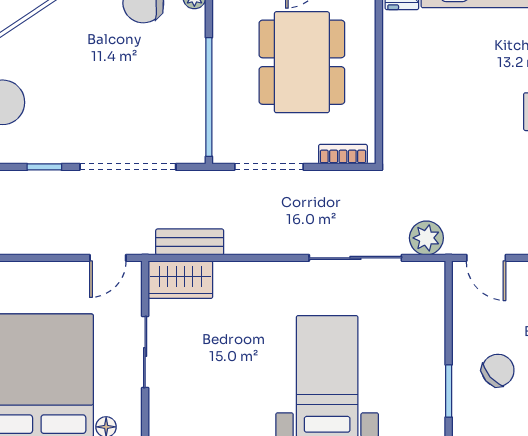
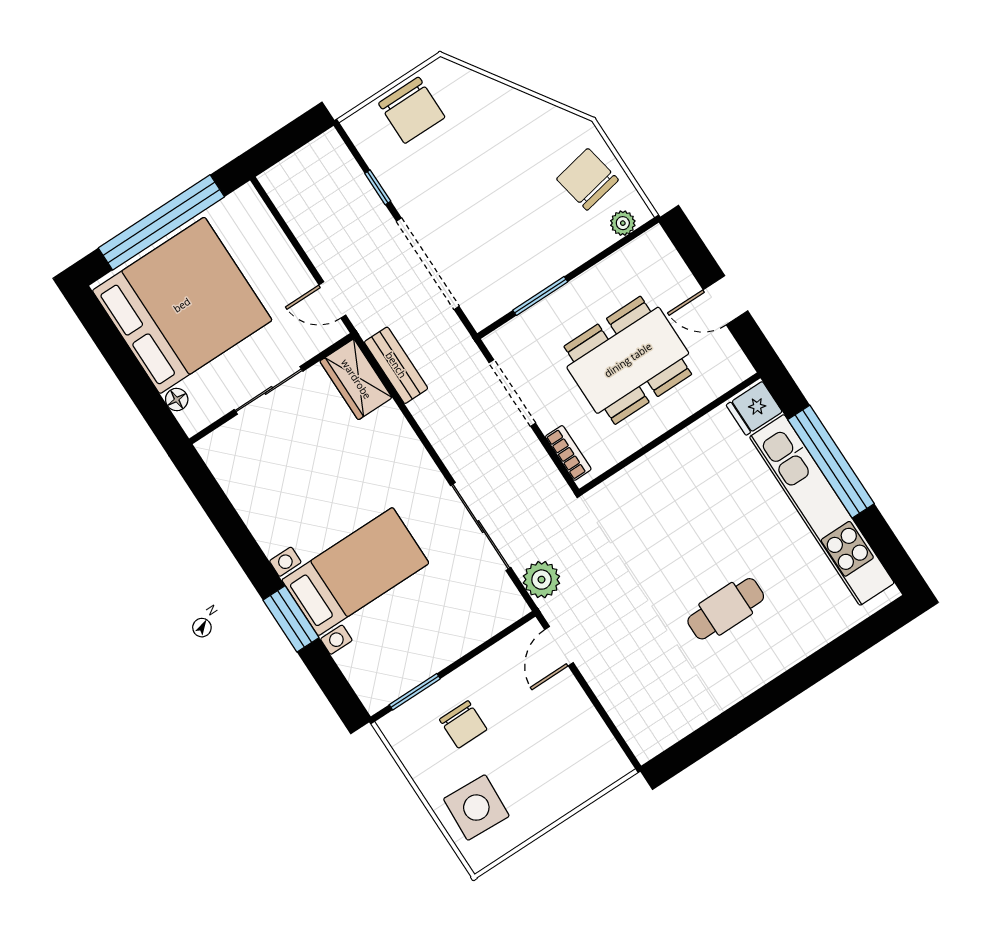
window: (209, 97) -> (540, 296), width x0.47
chair: (498, 370) -> (463, 724), turned 41

